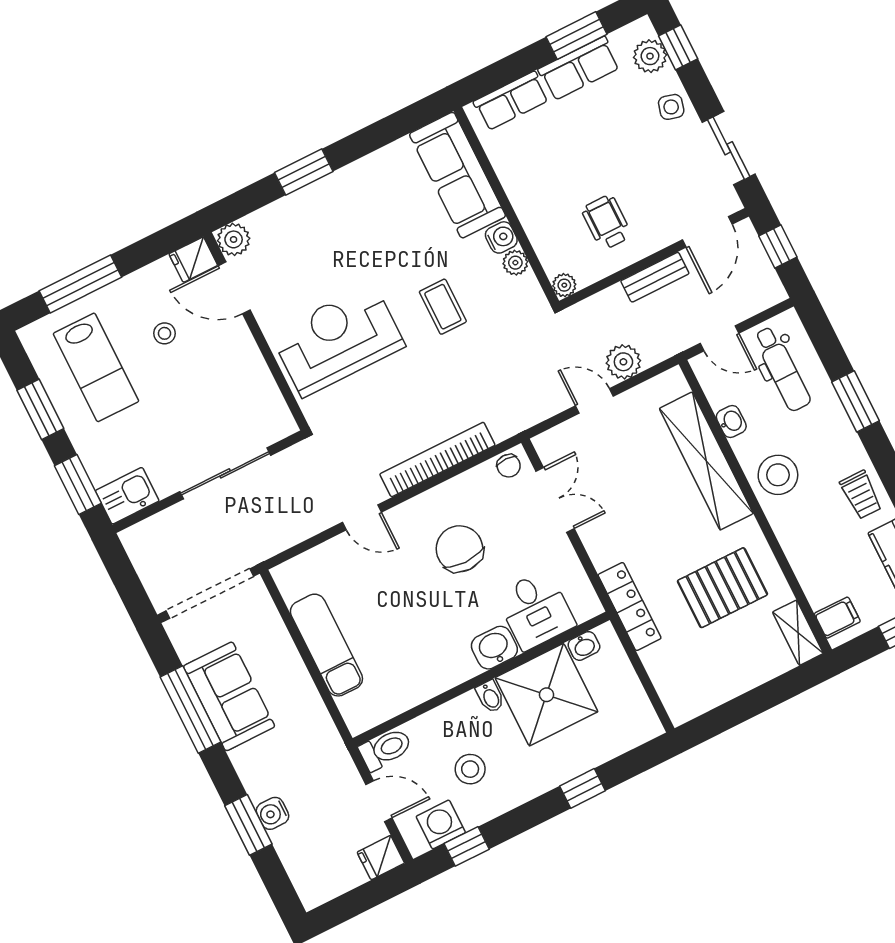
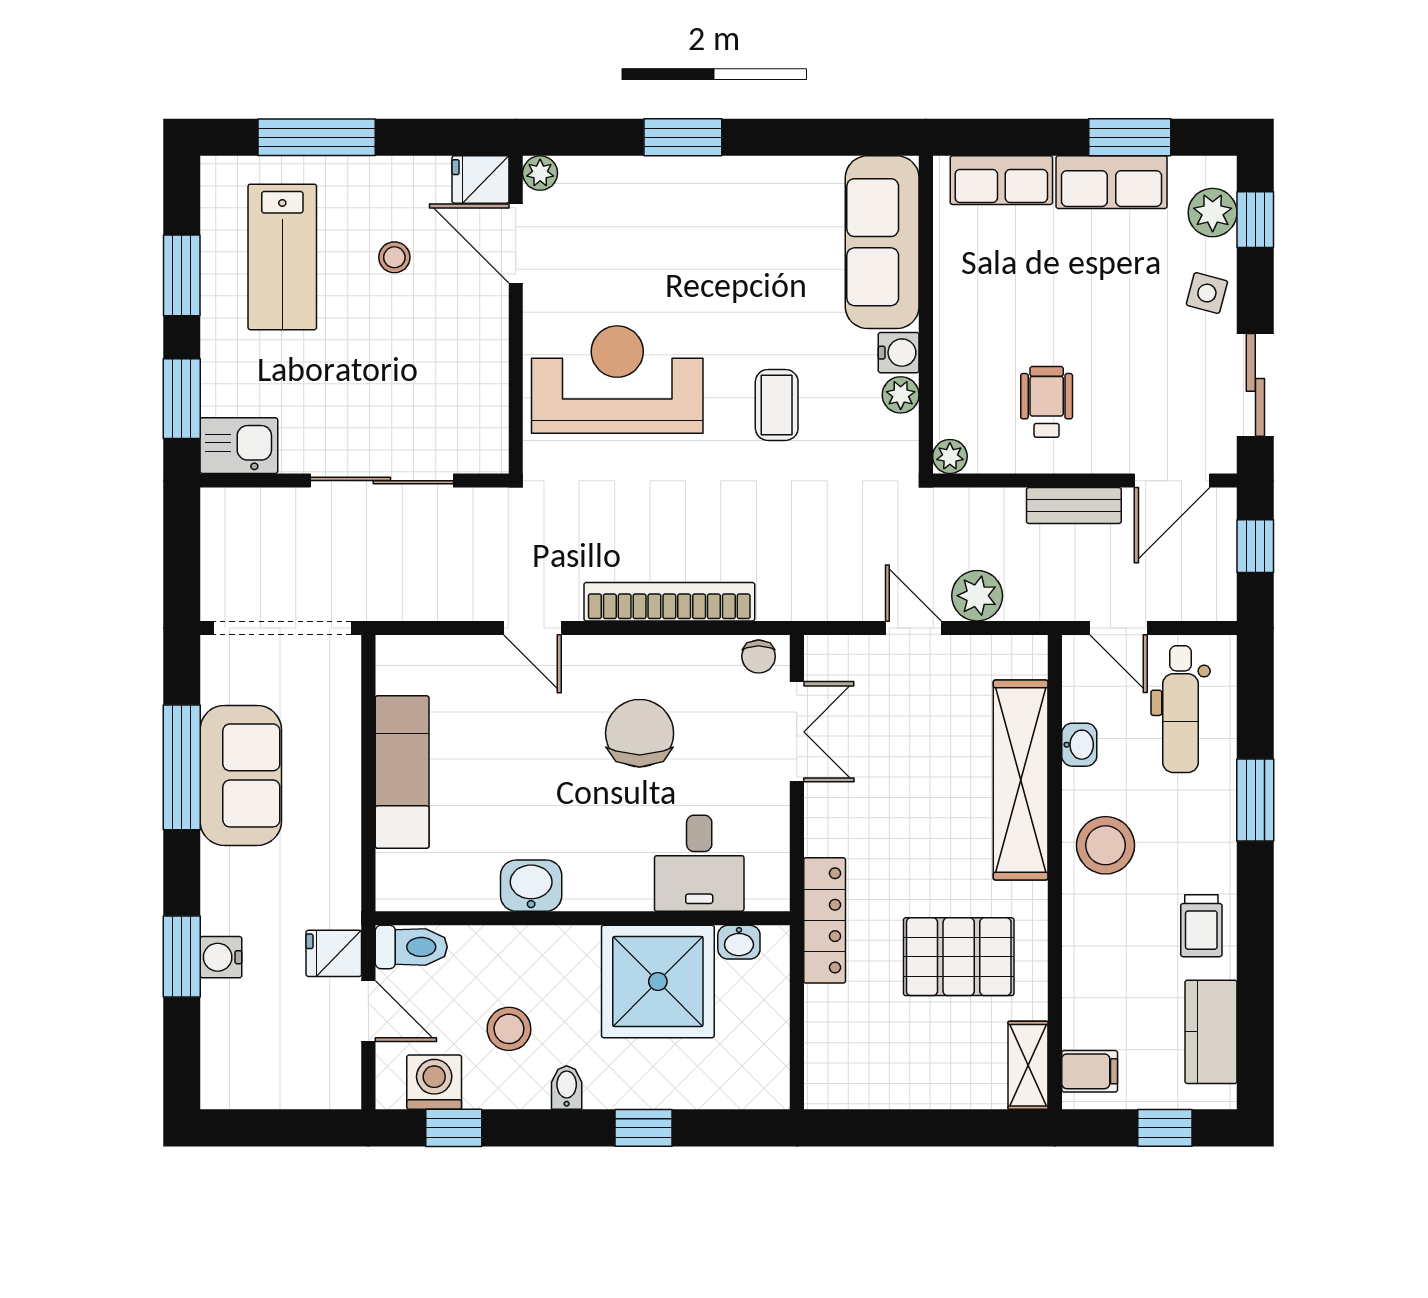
plant: (234, 239) -> (540, 173), width x0.73, depth x0.73
washbasin: (494, 648) -> (531, 886), moved
bidet: (490, 697) -> (567, 1088), moved, turned 180
fridge: (381, 858) -> (334, 953), moved

